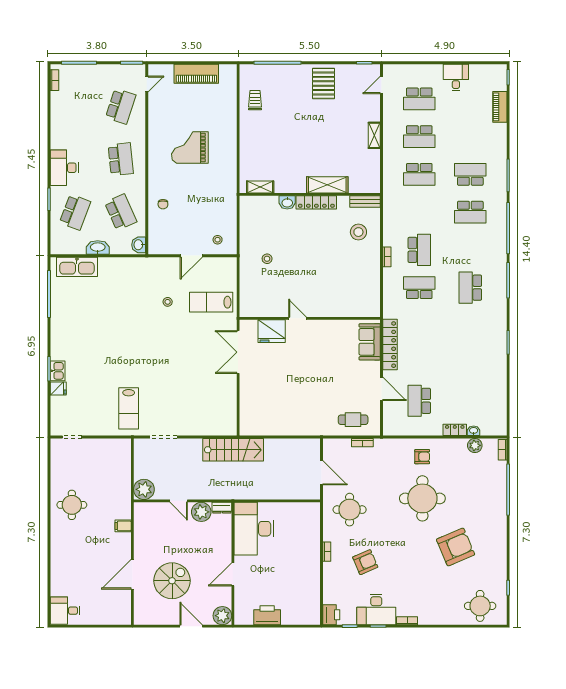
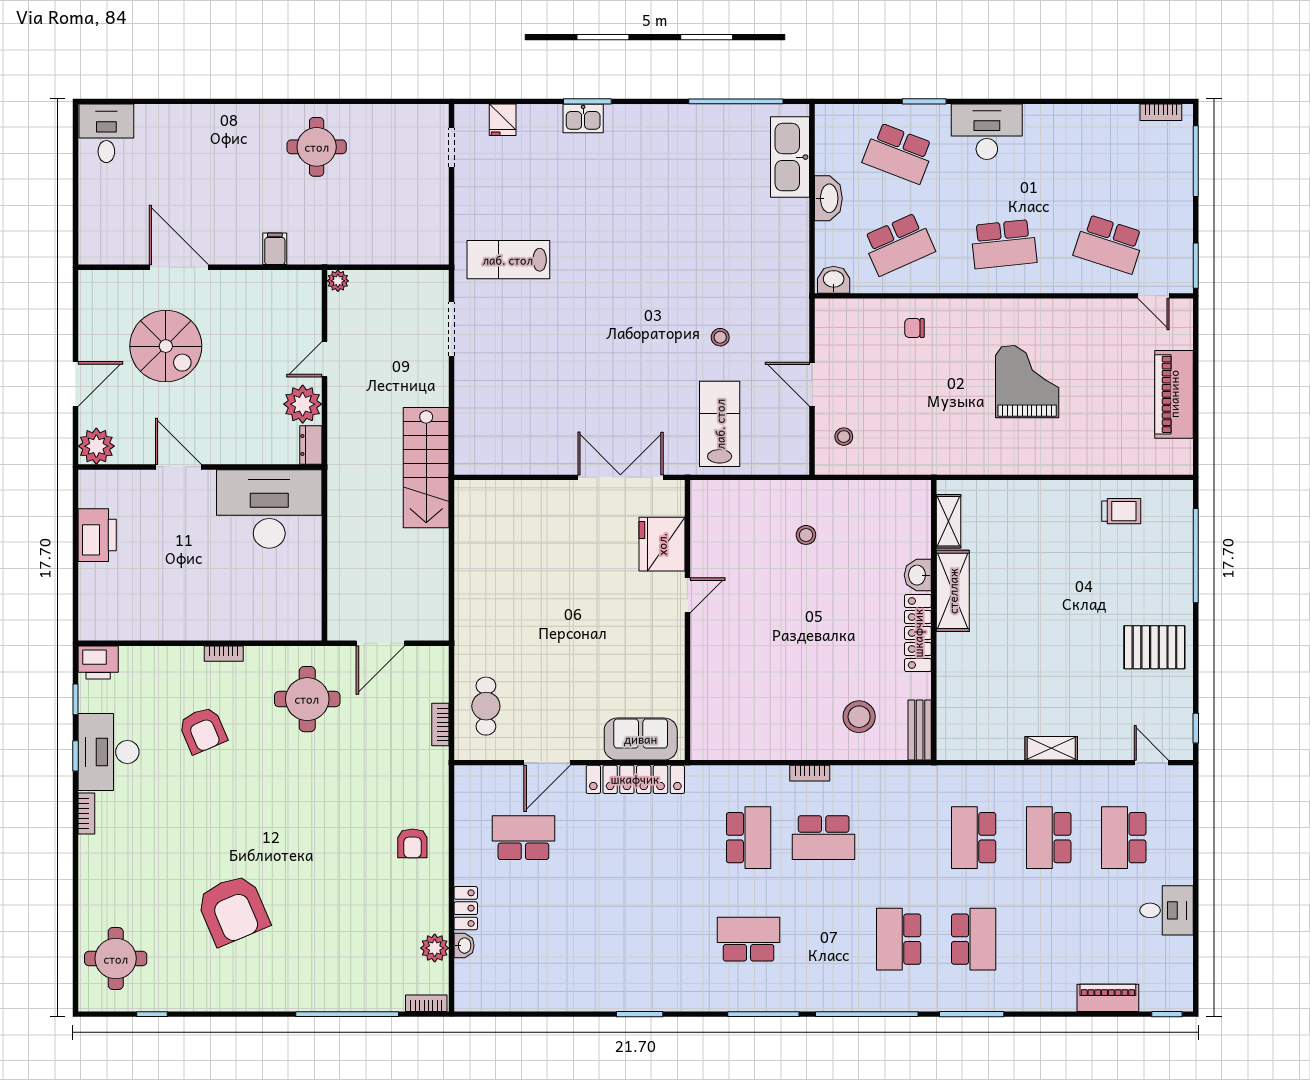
shelving: (327, 185) -> (953, 591), moved
fridge: (58, 389) -> (503, 120), moved
plant: (144, 489) -> (338, 281), width x0.53, depth x0.53
round table: (422, 498) -> (329, 844), removed

